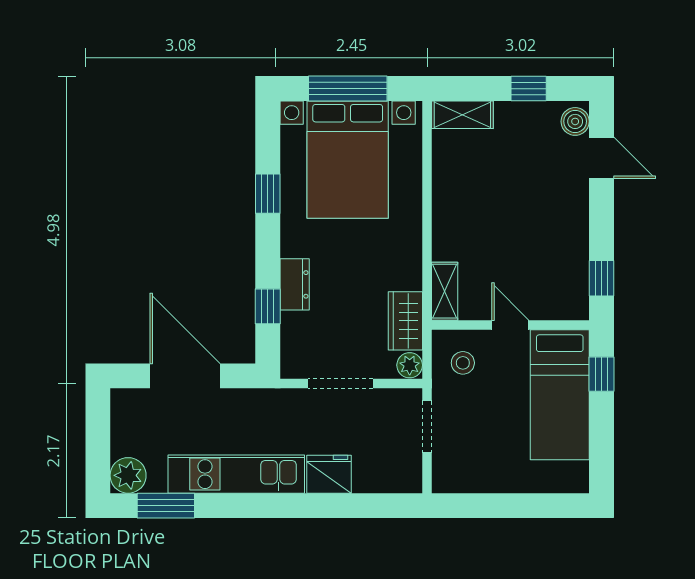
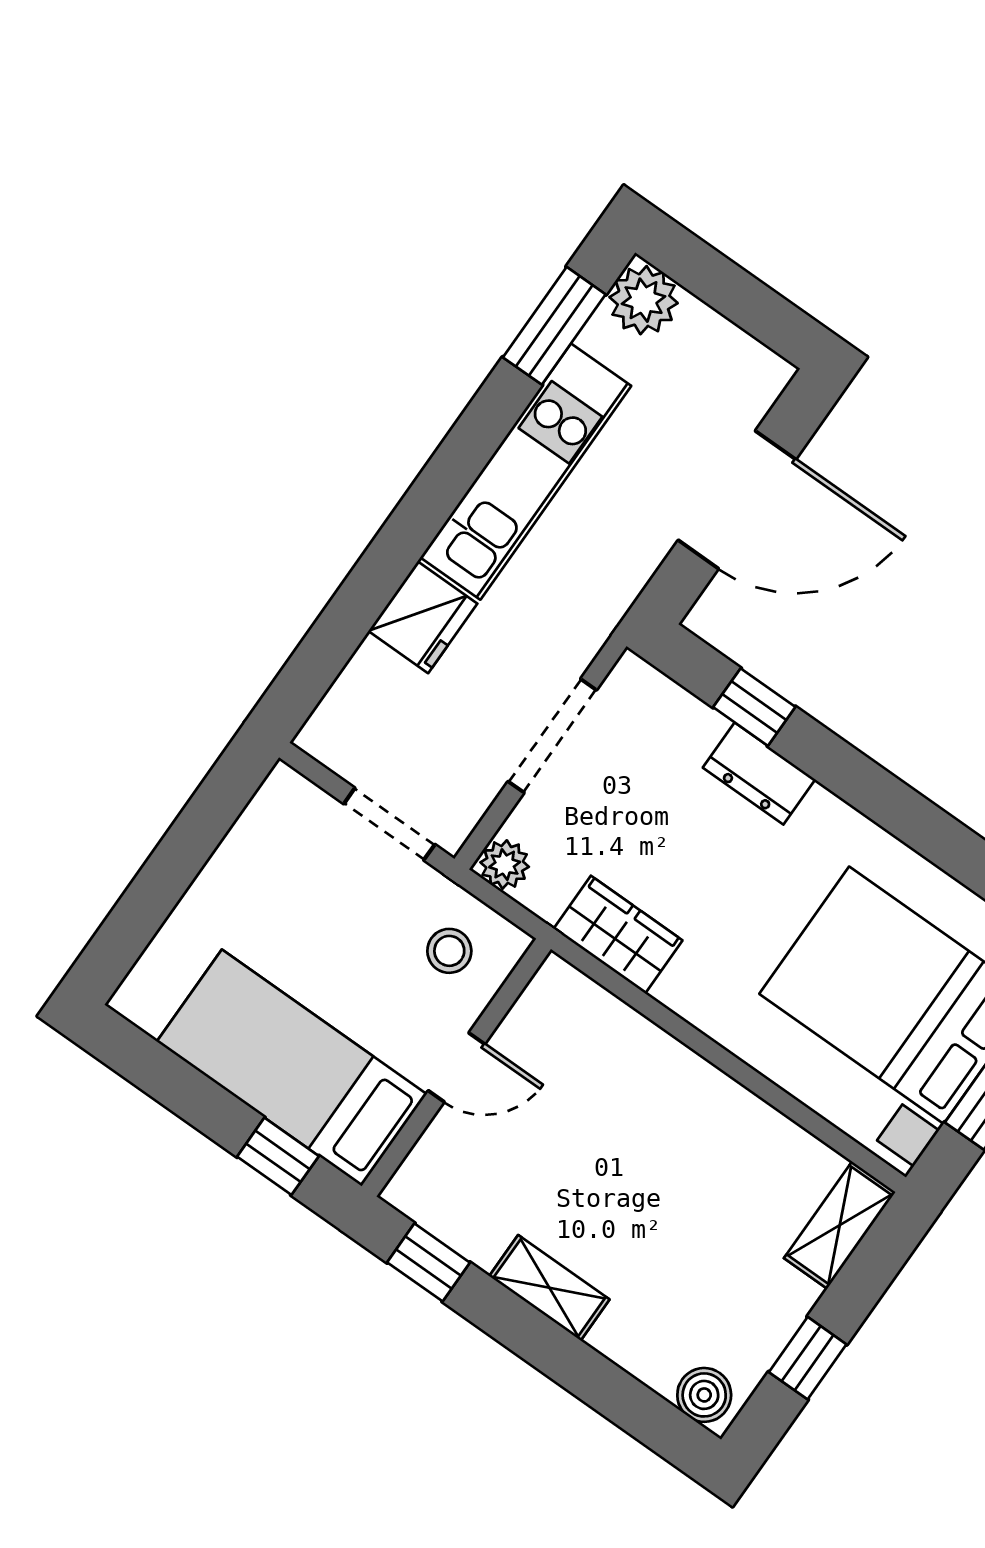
door: (601, 158) -> (618, 1396), removed
window: (268, 194) -> (931, 832), removed
shelving: (445, 291) -> (549, 1288), moved
wardrobe: (405, 321) -> (618, 935), moved

